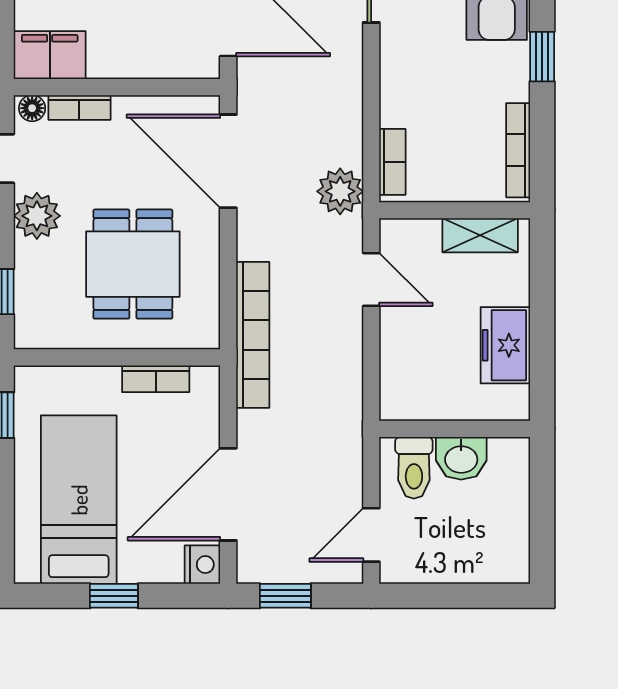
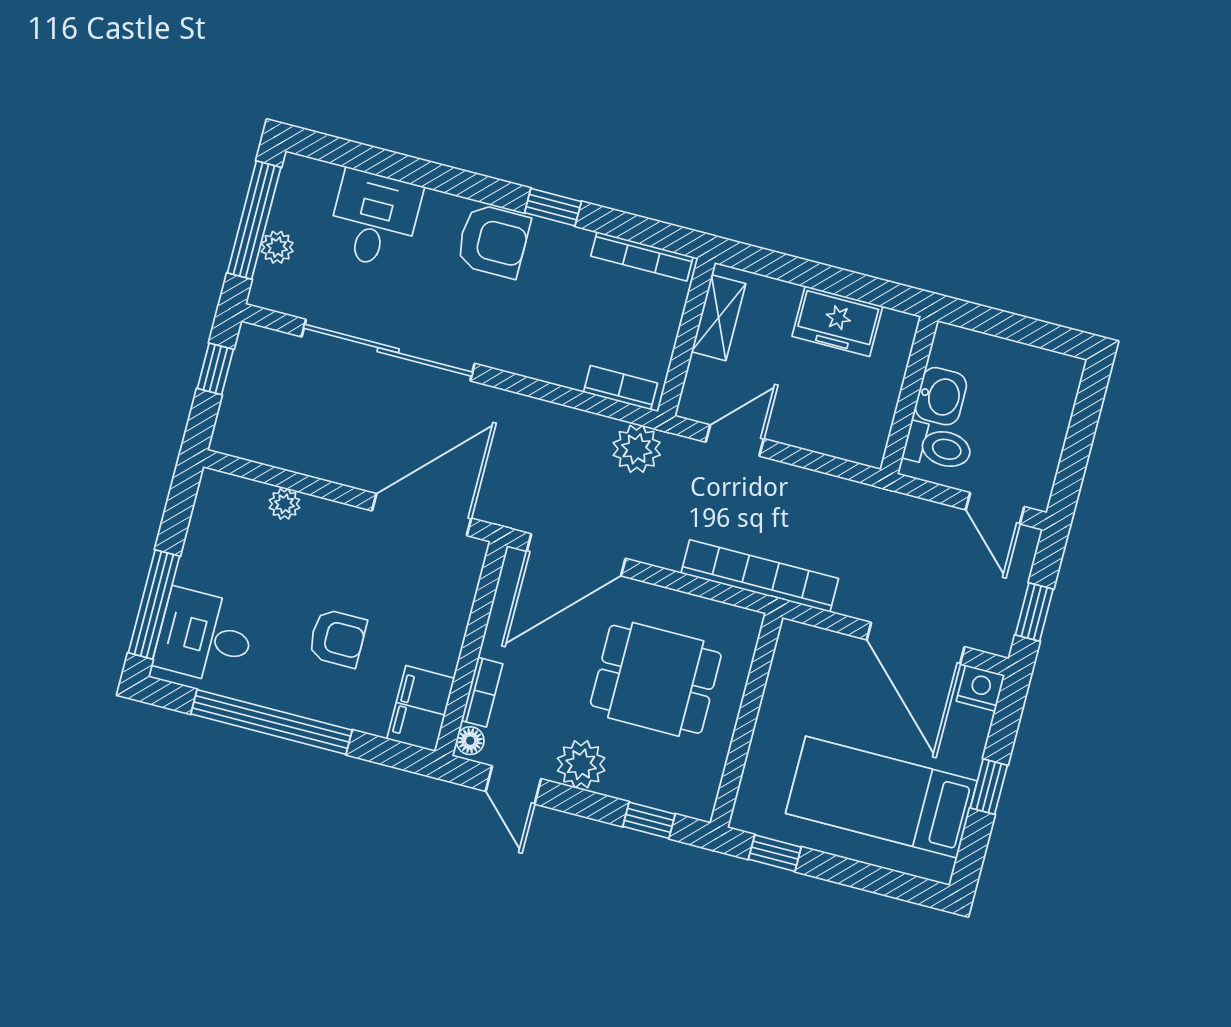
bookcase: (156, 379) -> (779, 687), removed

